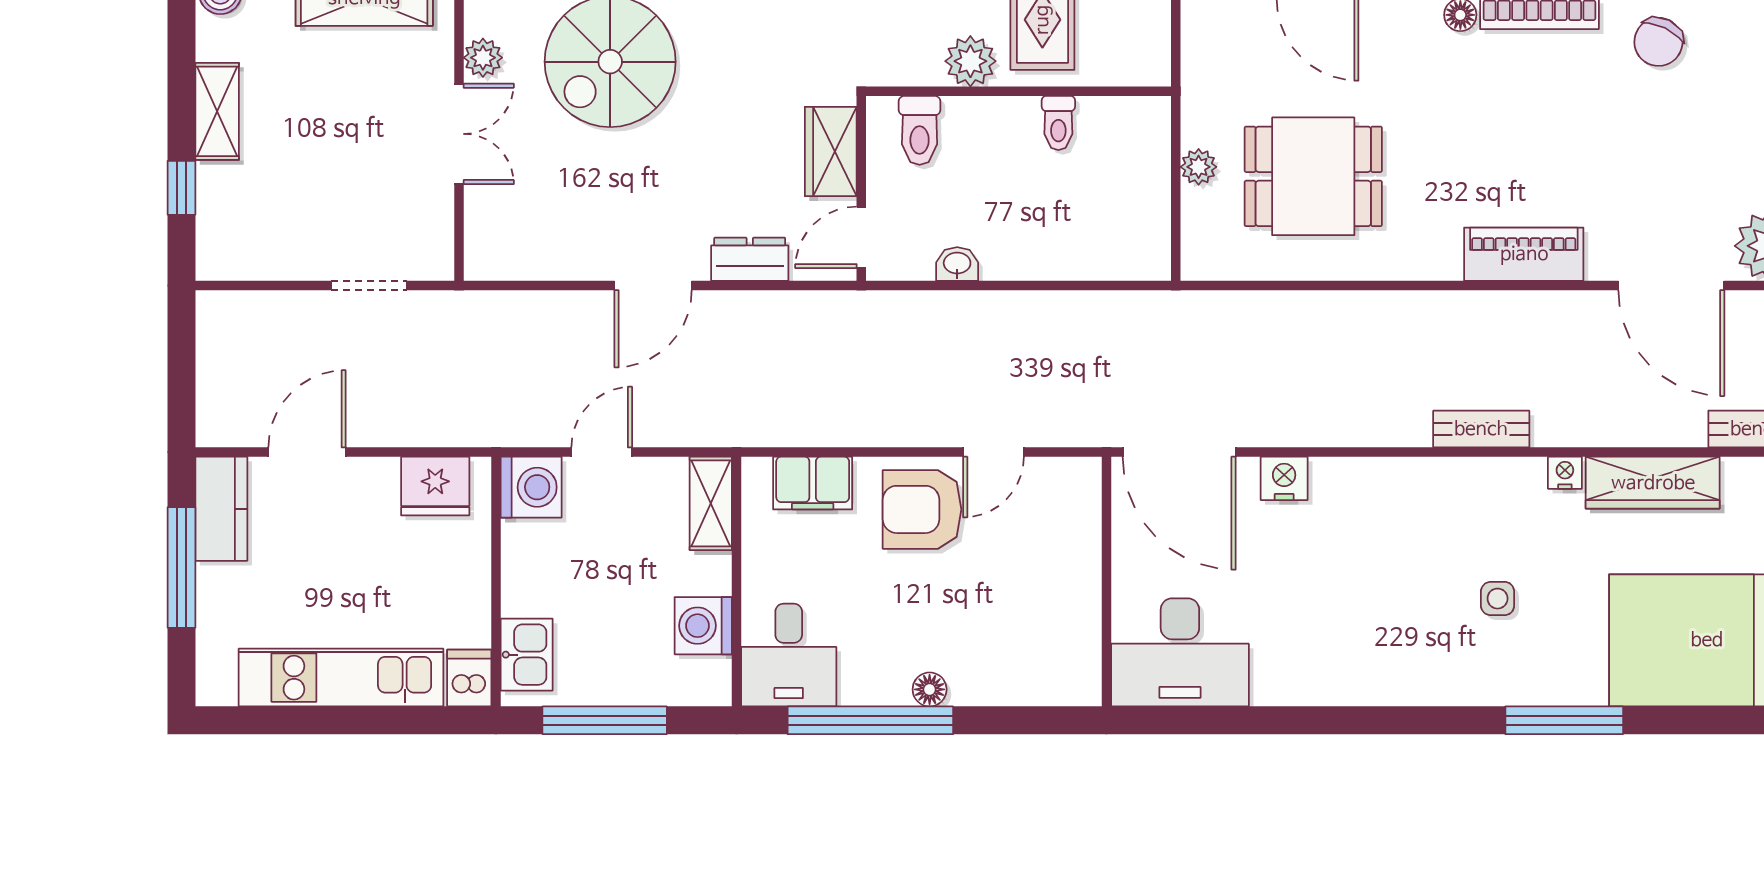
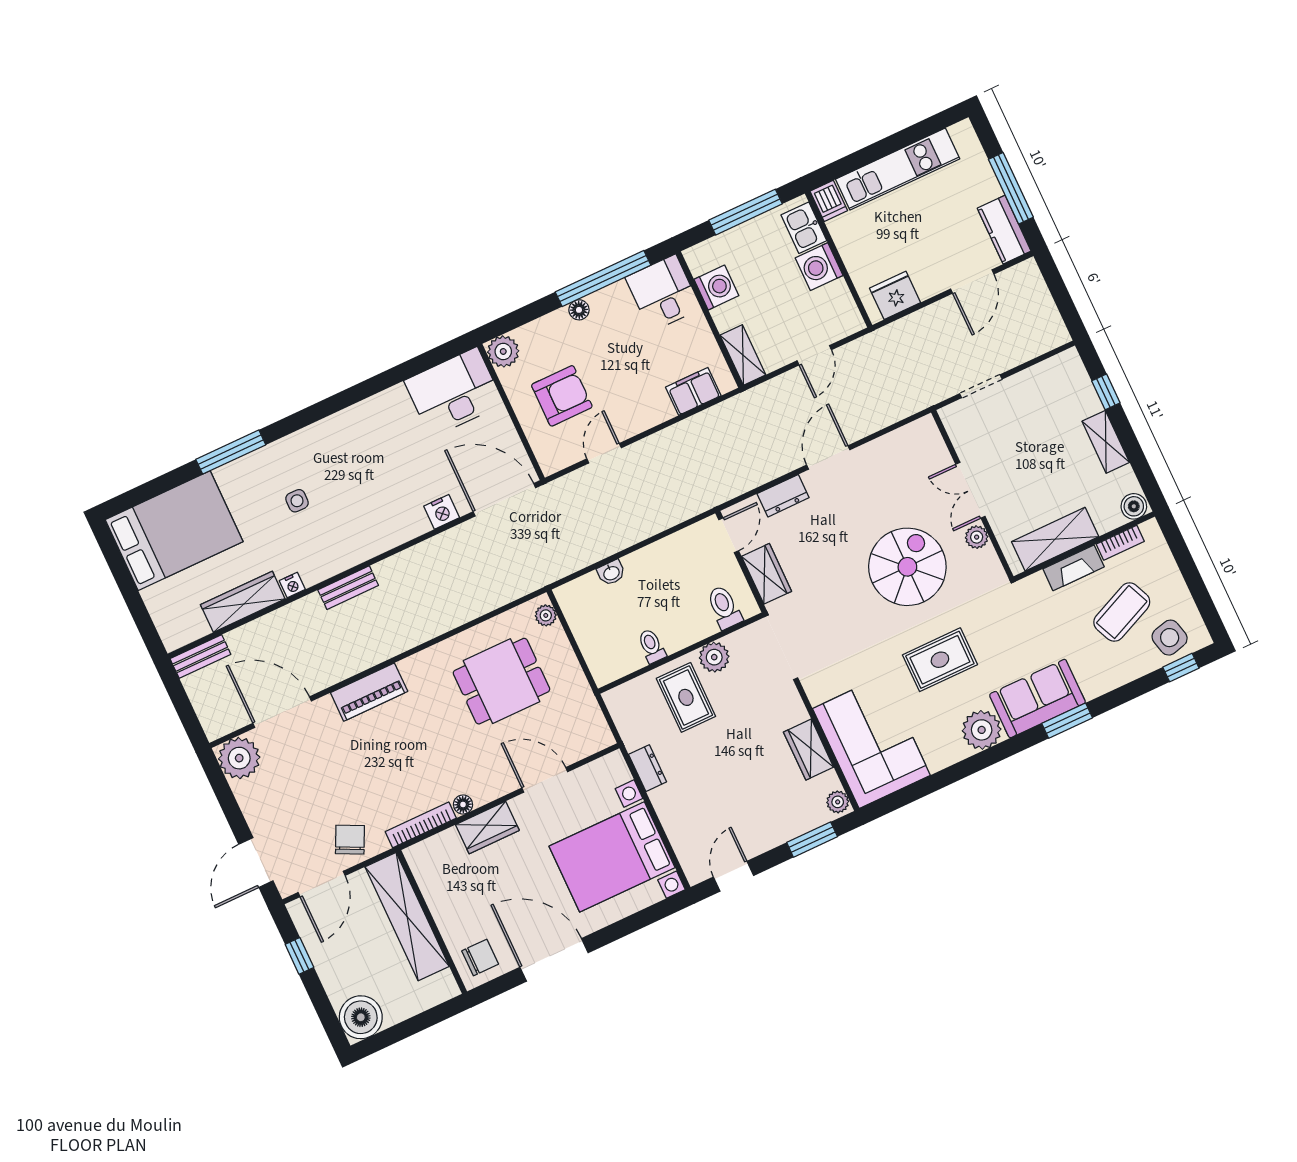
plant: (1199, 167) -> (546, 615), moved
washbasin: (957, 264) -> (611, 573), moved
washing machine: (531, 487) -> (819, 267), moved
armchair: (922, 509) -> (562, 396), moved
plant: (1075, 680) -> (503, 351), added

